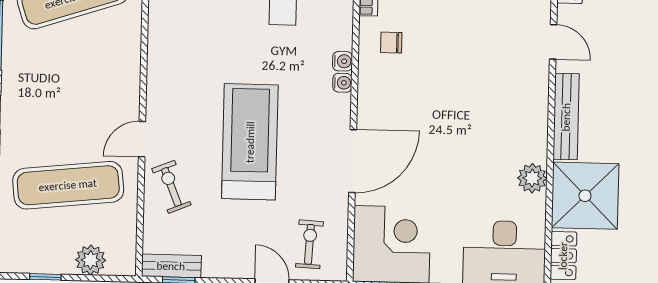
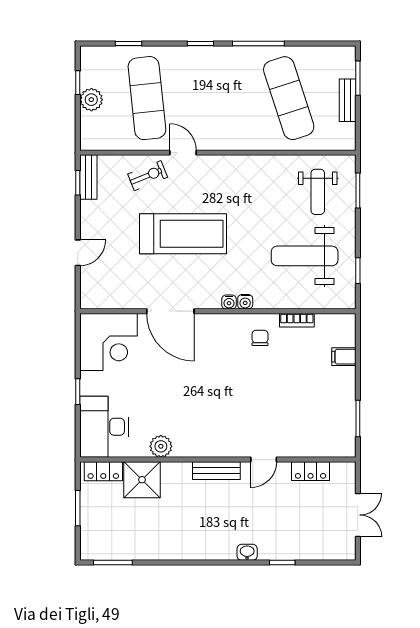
bench: (566, 117) -> (216, 471), width x0.73
shower: (585, 196) -> (142, 480), width x0.73, depth x0.73
exercise bike: (309, 244) -> (107, 280), removed
plant: (91, 260) -> (91, 100), moved

